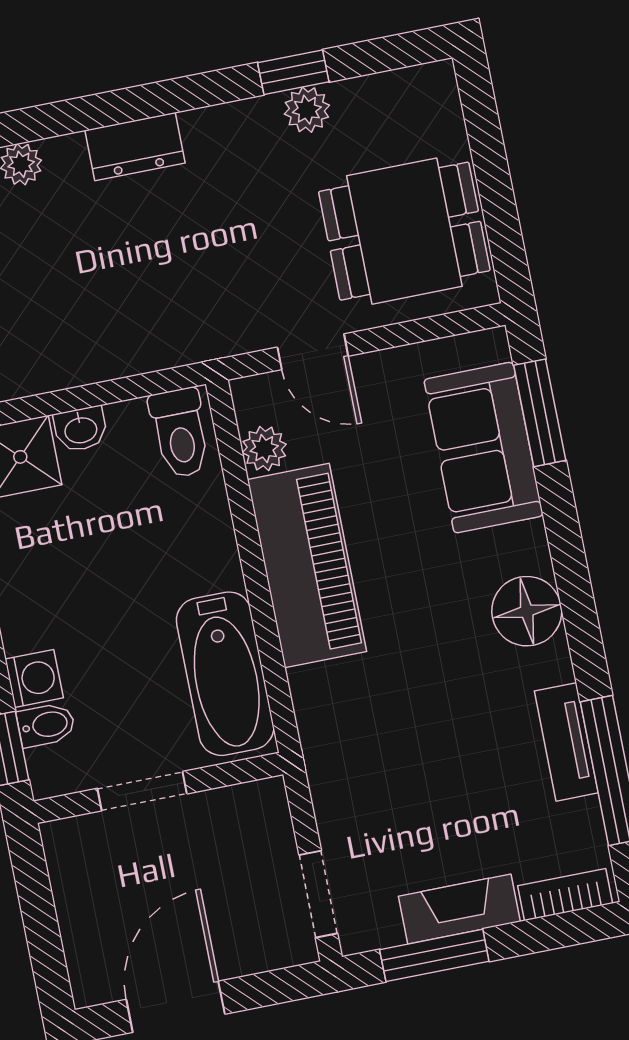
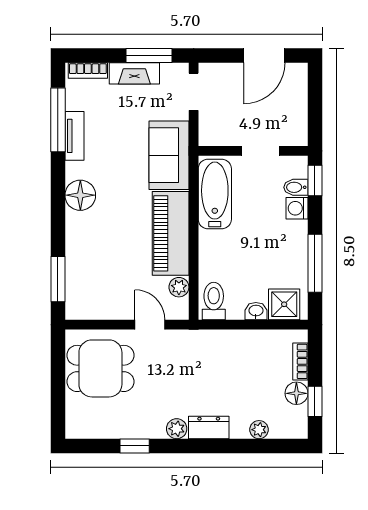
plant: (307, 110) -> (177, 429), moved
sofa: (484, 448) -> (169, 155), moved, turned 180

